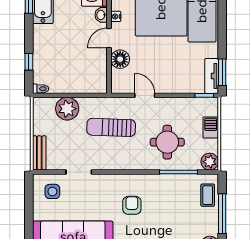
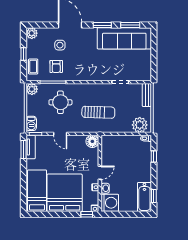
floor lamp: (120, 59) -> (92, 141), moved
door: (145, 95) -> (60, 134), moved
plant: (67, 109) -> (140, 125), moved
barbecue: (211, 128) -> (31, 123), moved
side table: (52, 191) -> (60, 45), moved
armchair: (132, 205) -> (56, 66), moved
window: (222, 214) -> (23, 54), width x0.46

